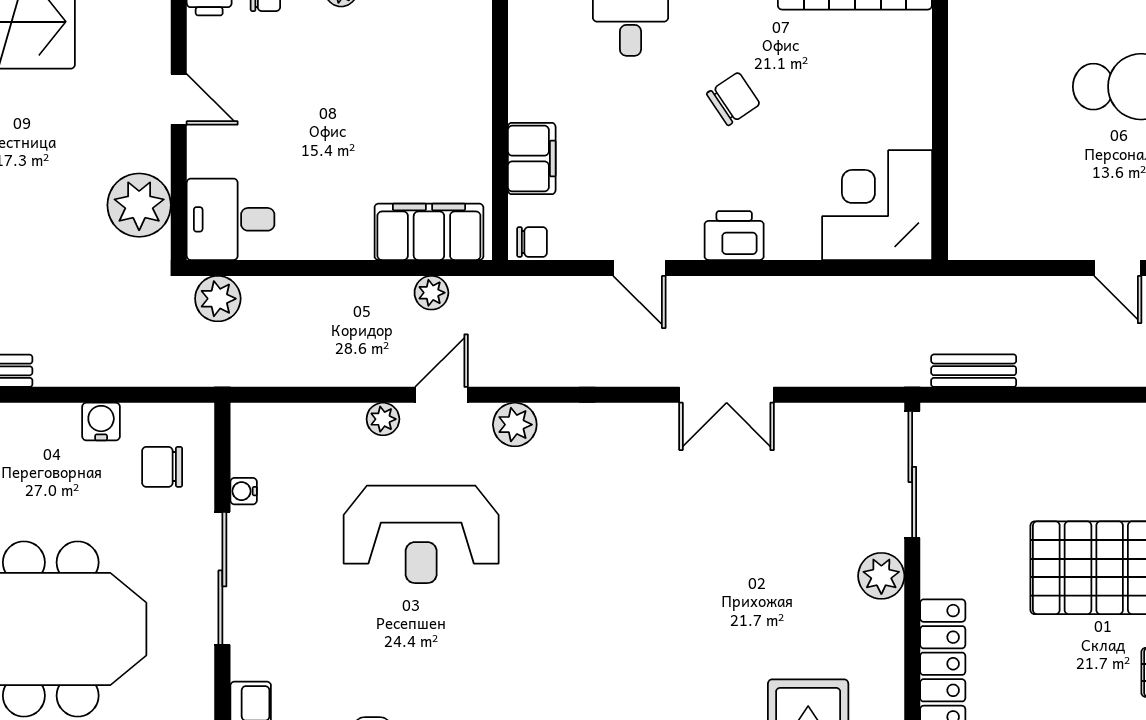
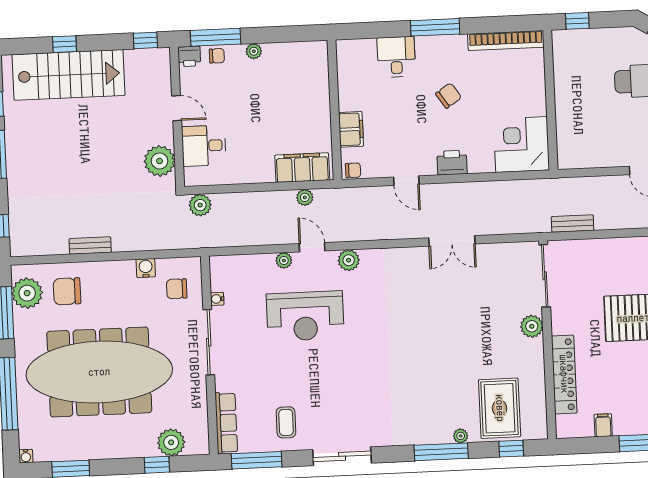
desk: (231, 219) -> (204, 146), moved
door: (442, 395) -> (312, 247), hinge flipped

